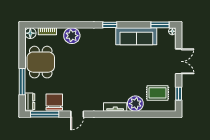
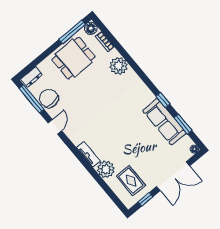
window: (110, 25) -> (163, 100), moved
window: (160, 25) -> (183, 124), moved
double door: (179, 61) -> (173, 176), width x1.37
window: (22, 82) -> (72, 32), moved
chair: (54, 102) -> (49, 98), turned -90
door: (77, 114) -> (55, 127), swing flipped

